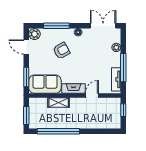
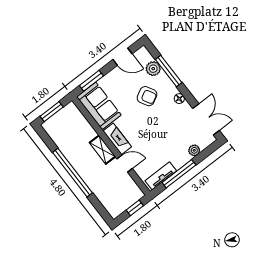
plant: (35, 34) -> (153, 69), moved
door: (26, 47) -> (123, 57), swing flipped
shelving: (59, 102) -> (102, 150), moved
window: (58, 131) -> (73, 173), moved

